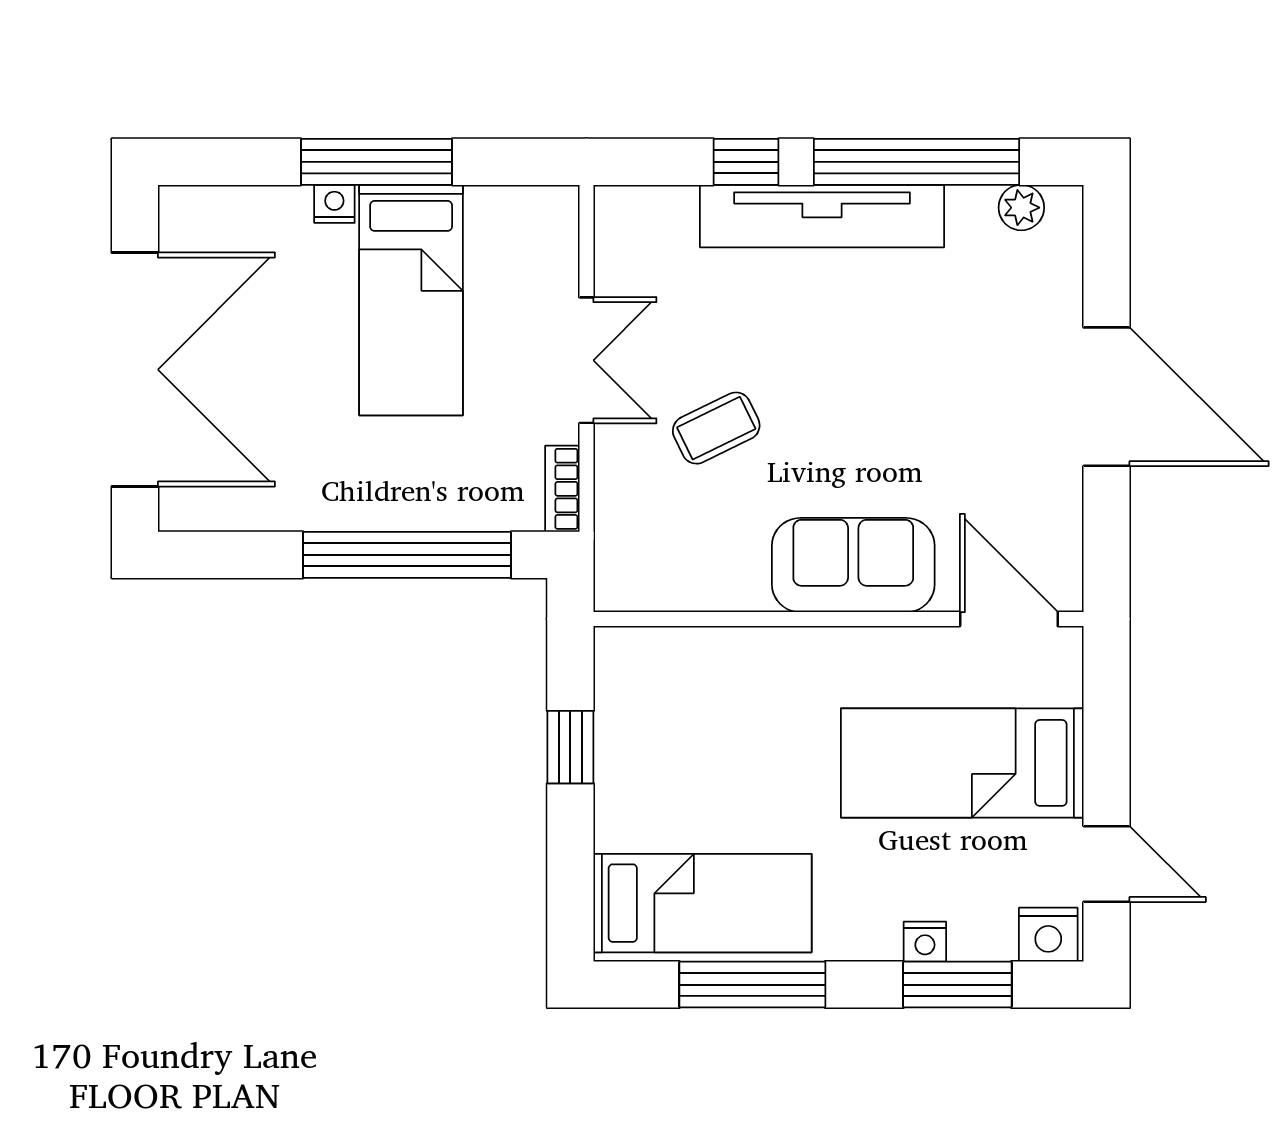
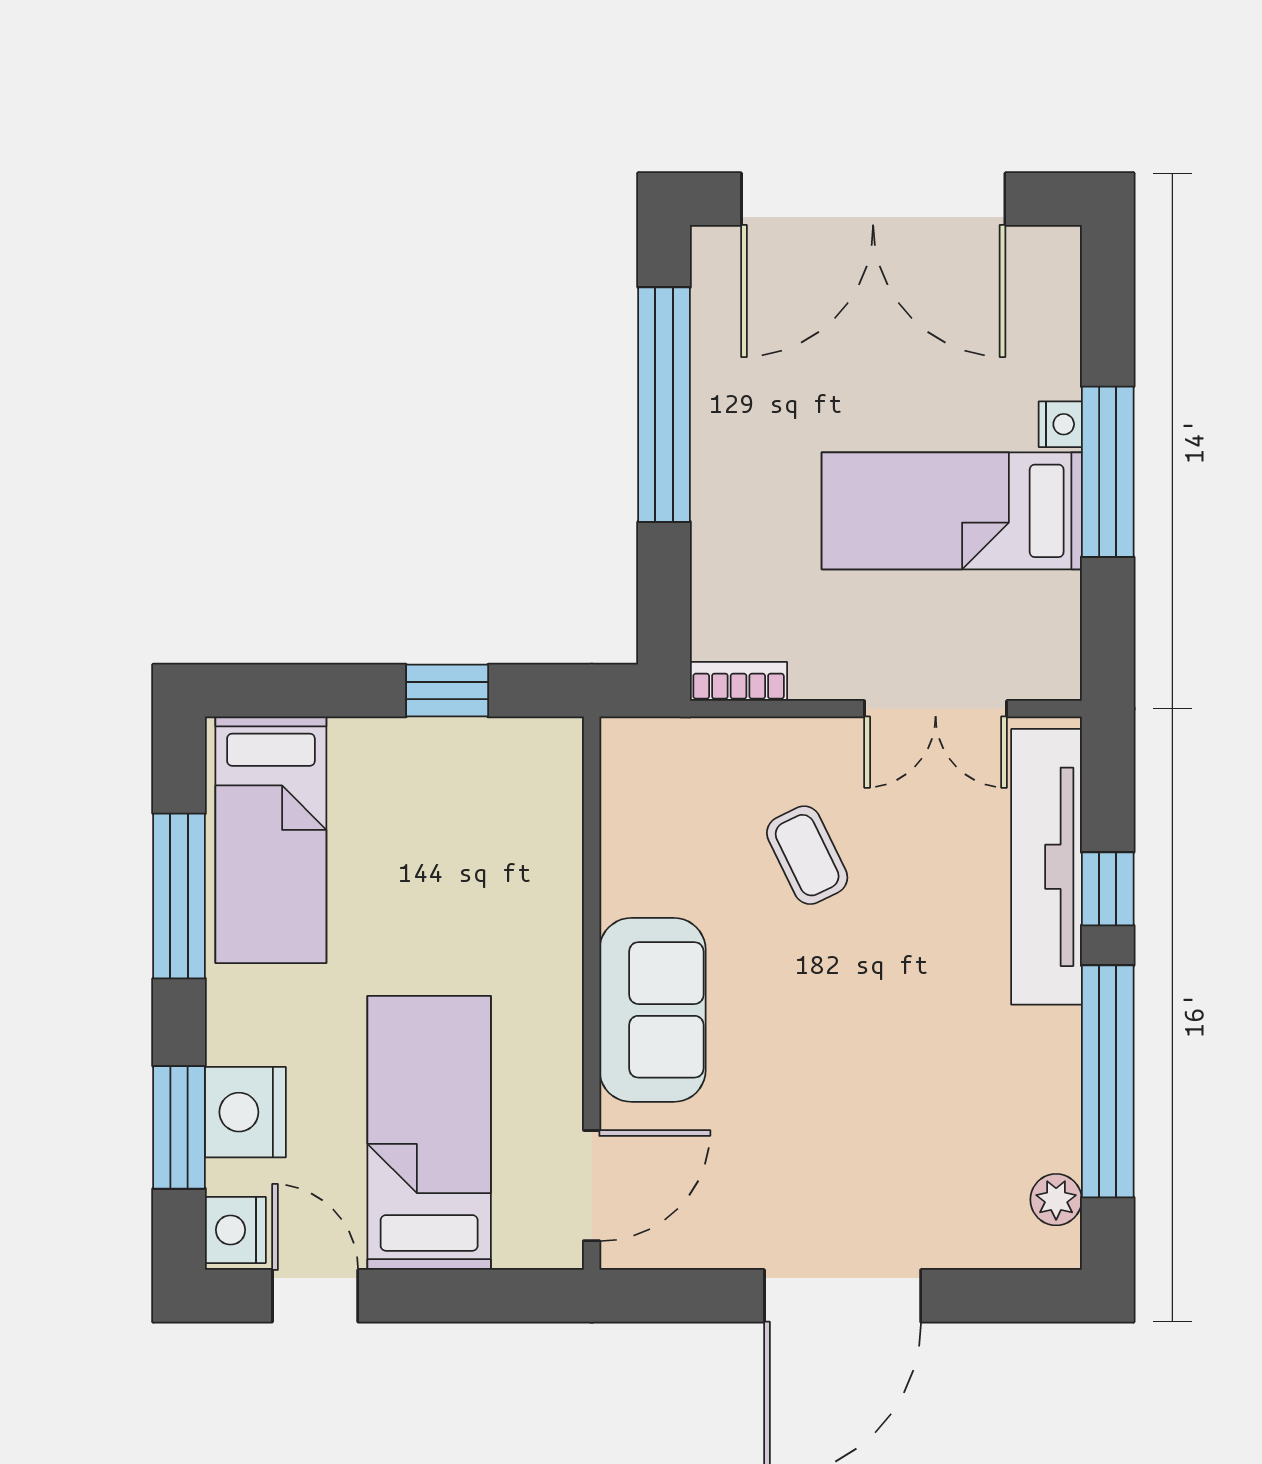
tv unit: (822, 216) -> (1046, 867), moved
double door: (586, 360) -> (936, 709), moved
window: (407, 555) -> (664, 405), moved
door: (1107, 864) -> (315, 1296), swing flipped
nightstand: (925, 942) -> (245, 1112), width x1.89, depth x1.79

